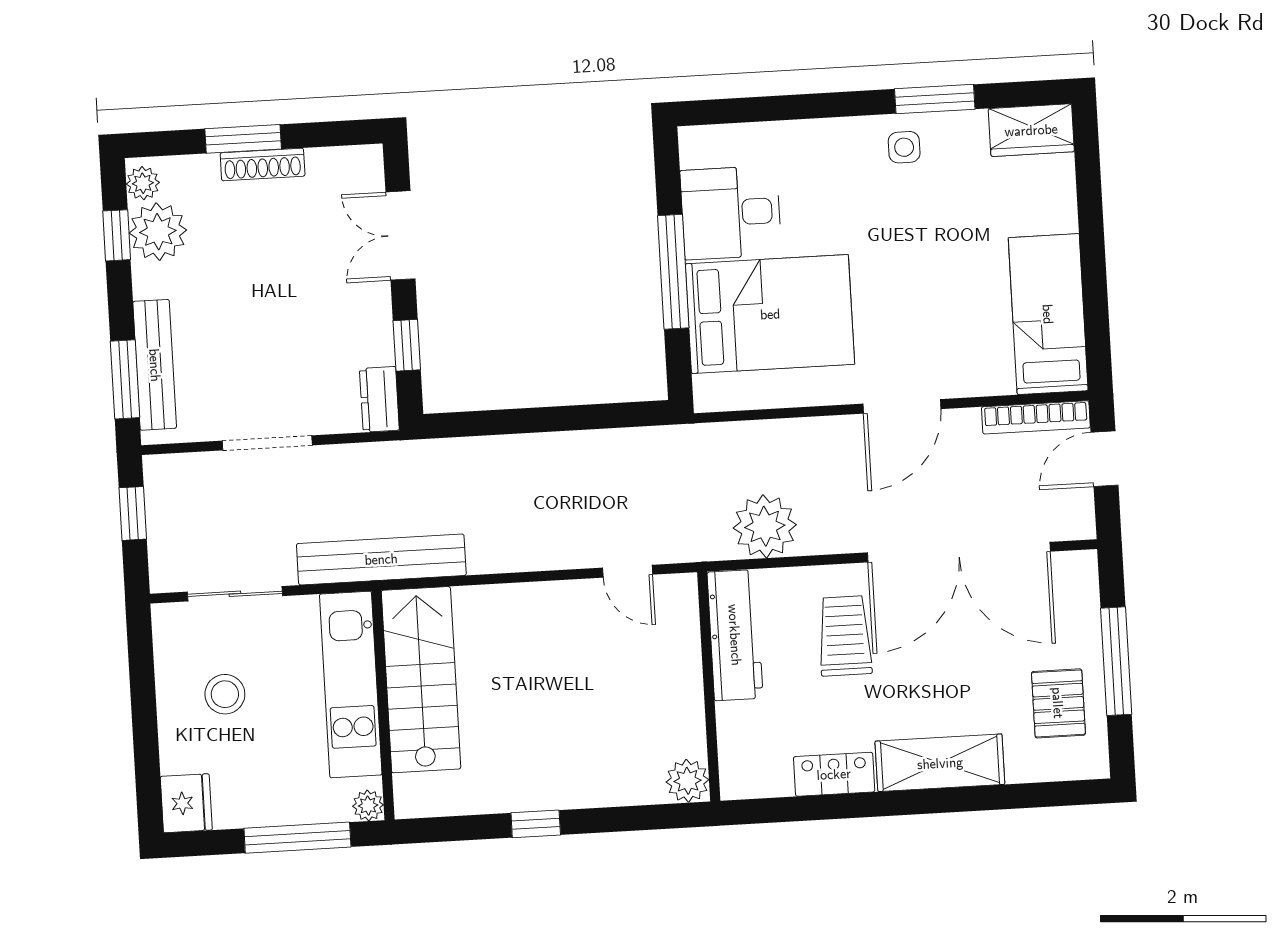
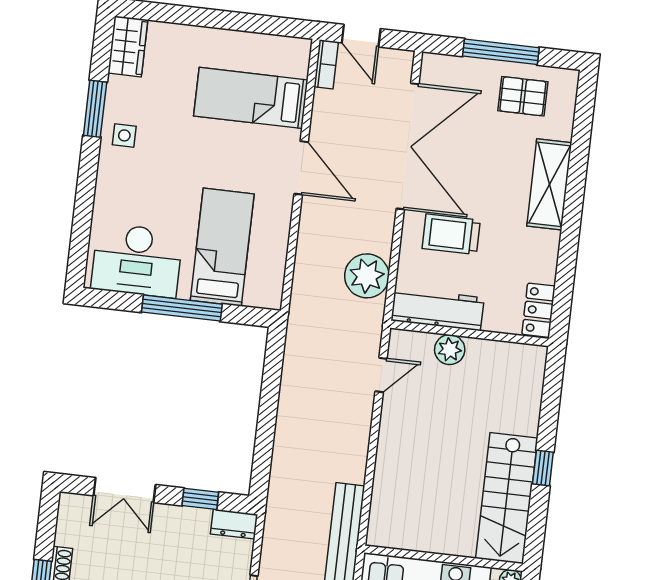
desk: (731, 213) -> (137, 260), width x1.37
bed: (770, 314) -> (222, 247), width x0.67
bed: (1048, 314) -> (251, 98), moved
bookcase: (1036, 417) -> (326, 64), width x0.64
stairs: (421, 680) -> (507, 498), moved, turned -90
locker: (834, 774) -> (539, 310), moved
plant: (687, 781) -> (450, 350), moved

